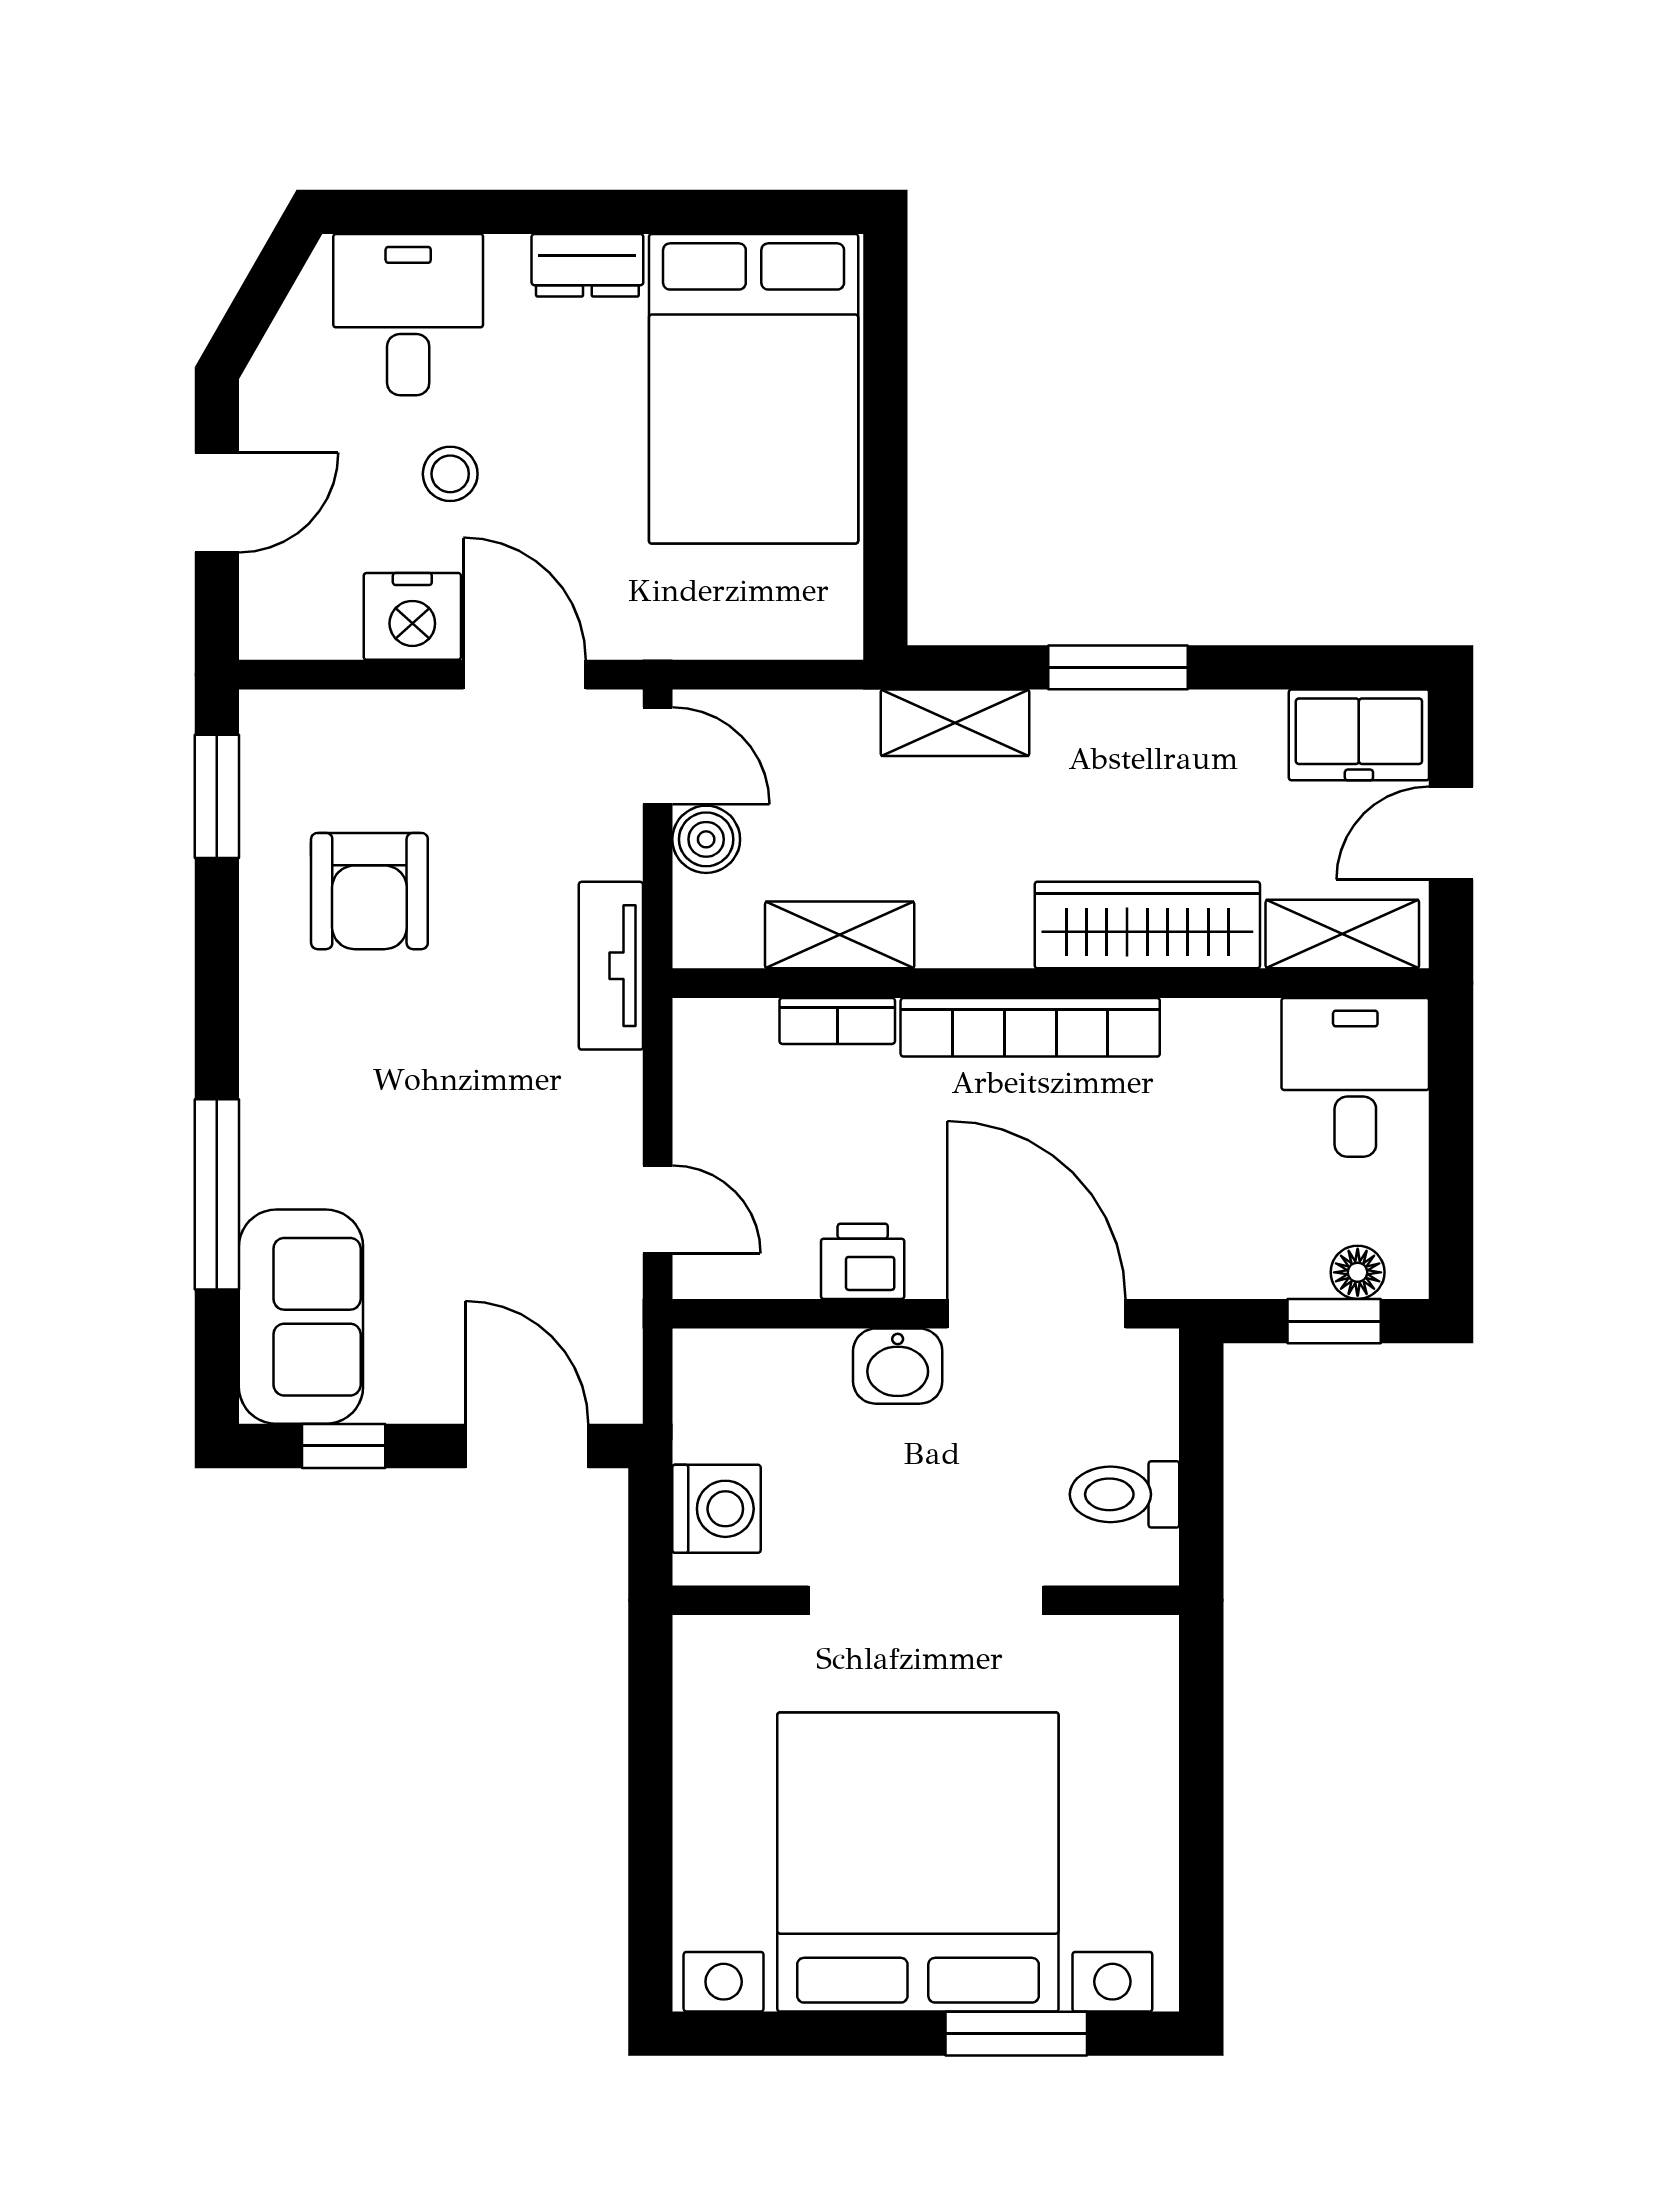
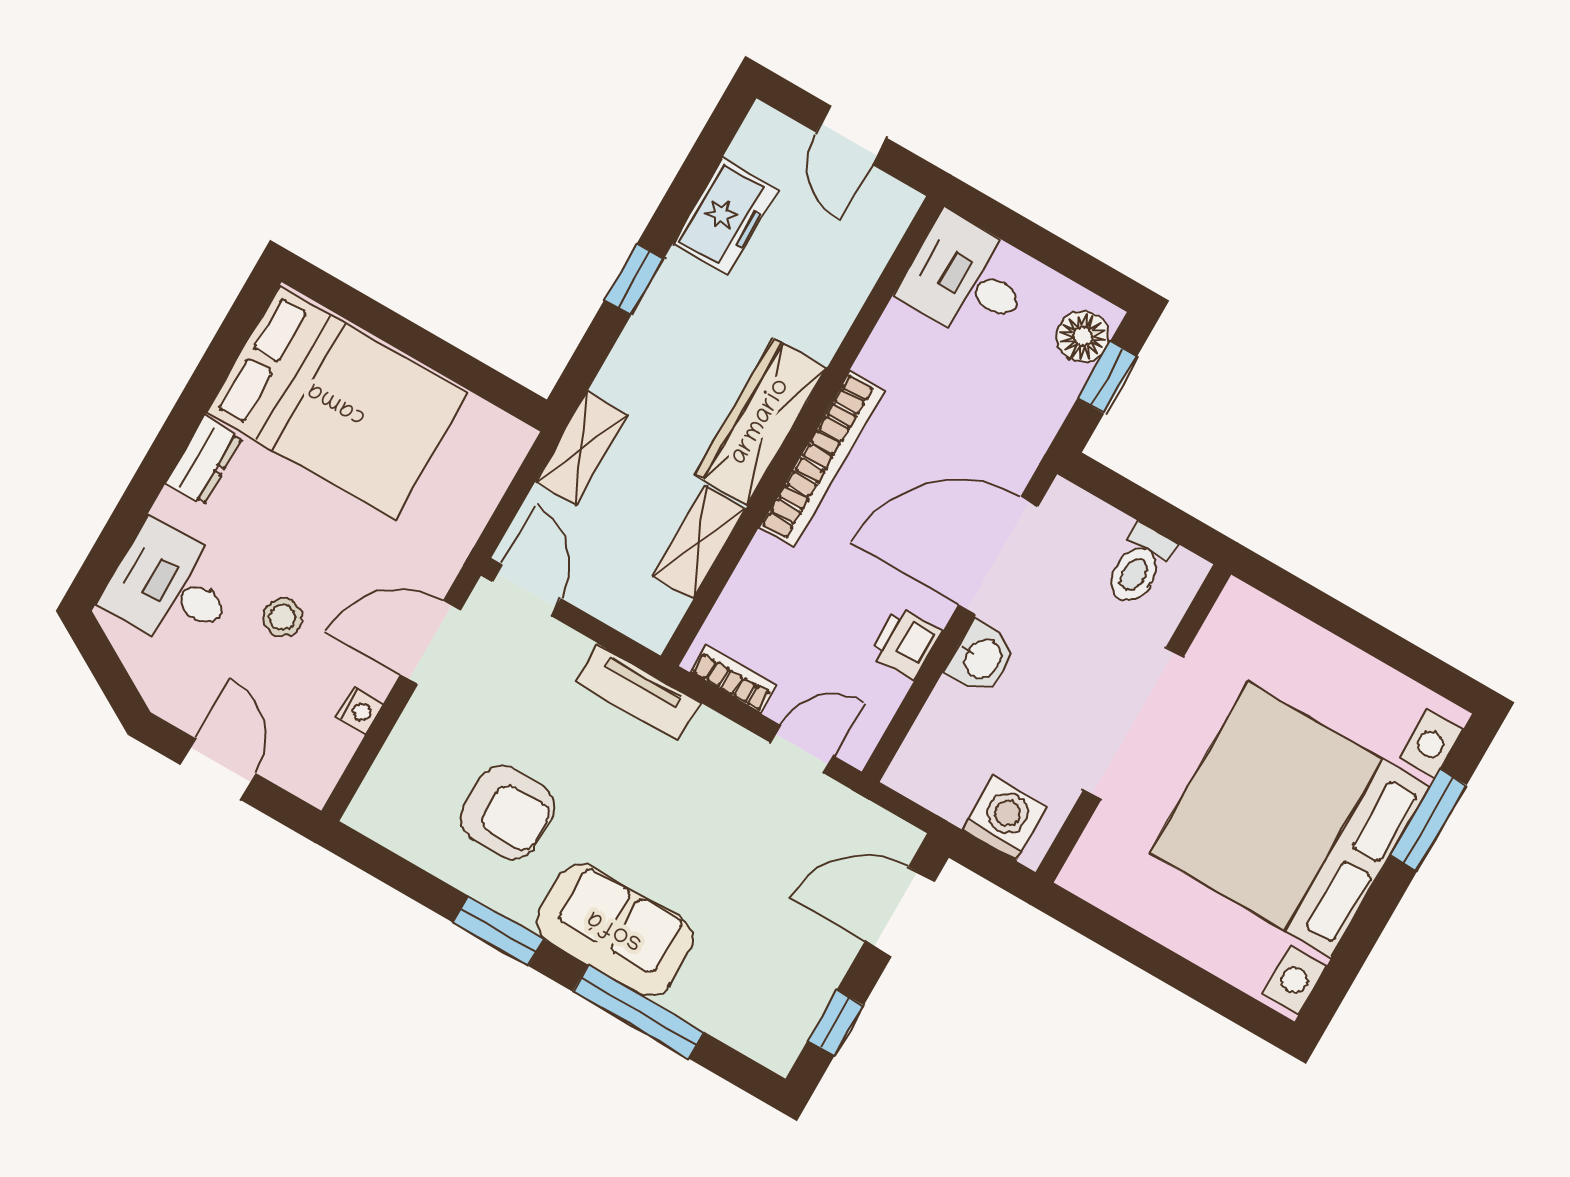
nightstand: (412, 616) -> (359, 711), width x0.53, depth x0.56
window: (1118, 667) -> (634, 279), width x0.67
shelving: (955, 723) -> (582, 448), moved
freezer: (1359, 735) -> (725, 217), moved
door: (658, 756) -> (526, 590), hinge flipped
window: (217, 796) -> (498, 931), moved
boiler: (706, 839) -> (594, 590), removed
wardrobe: (1147, 925) -> (761, 422), moved
shelving: (1342, 934) -> (875, 237), removed
bookcase: (837, 1021) -> (733, 679), moved, turned -90
floor lamp: (1358, 1272) -> (1083, 336), width x1.37, depth x1.37
sofa: (301, 1317) -> (615, 930), moved

